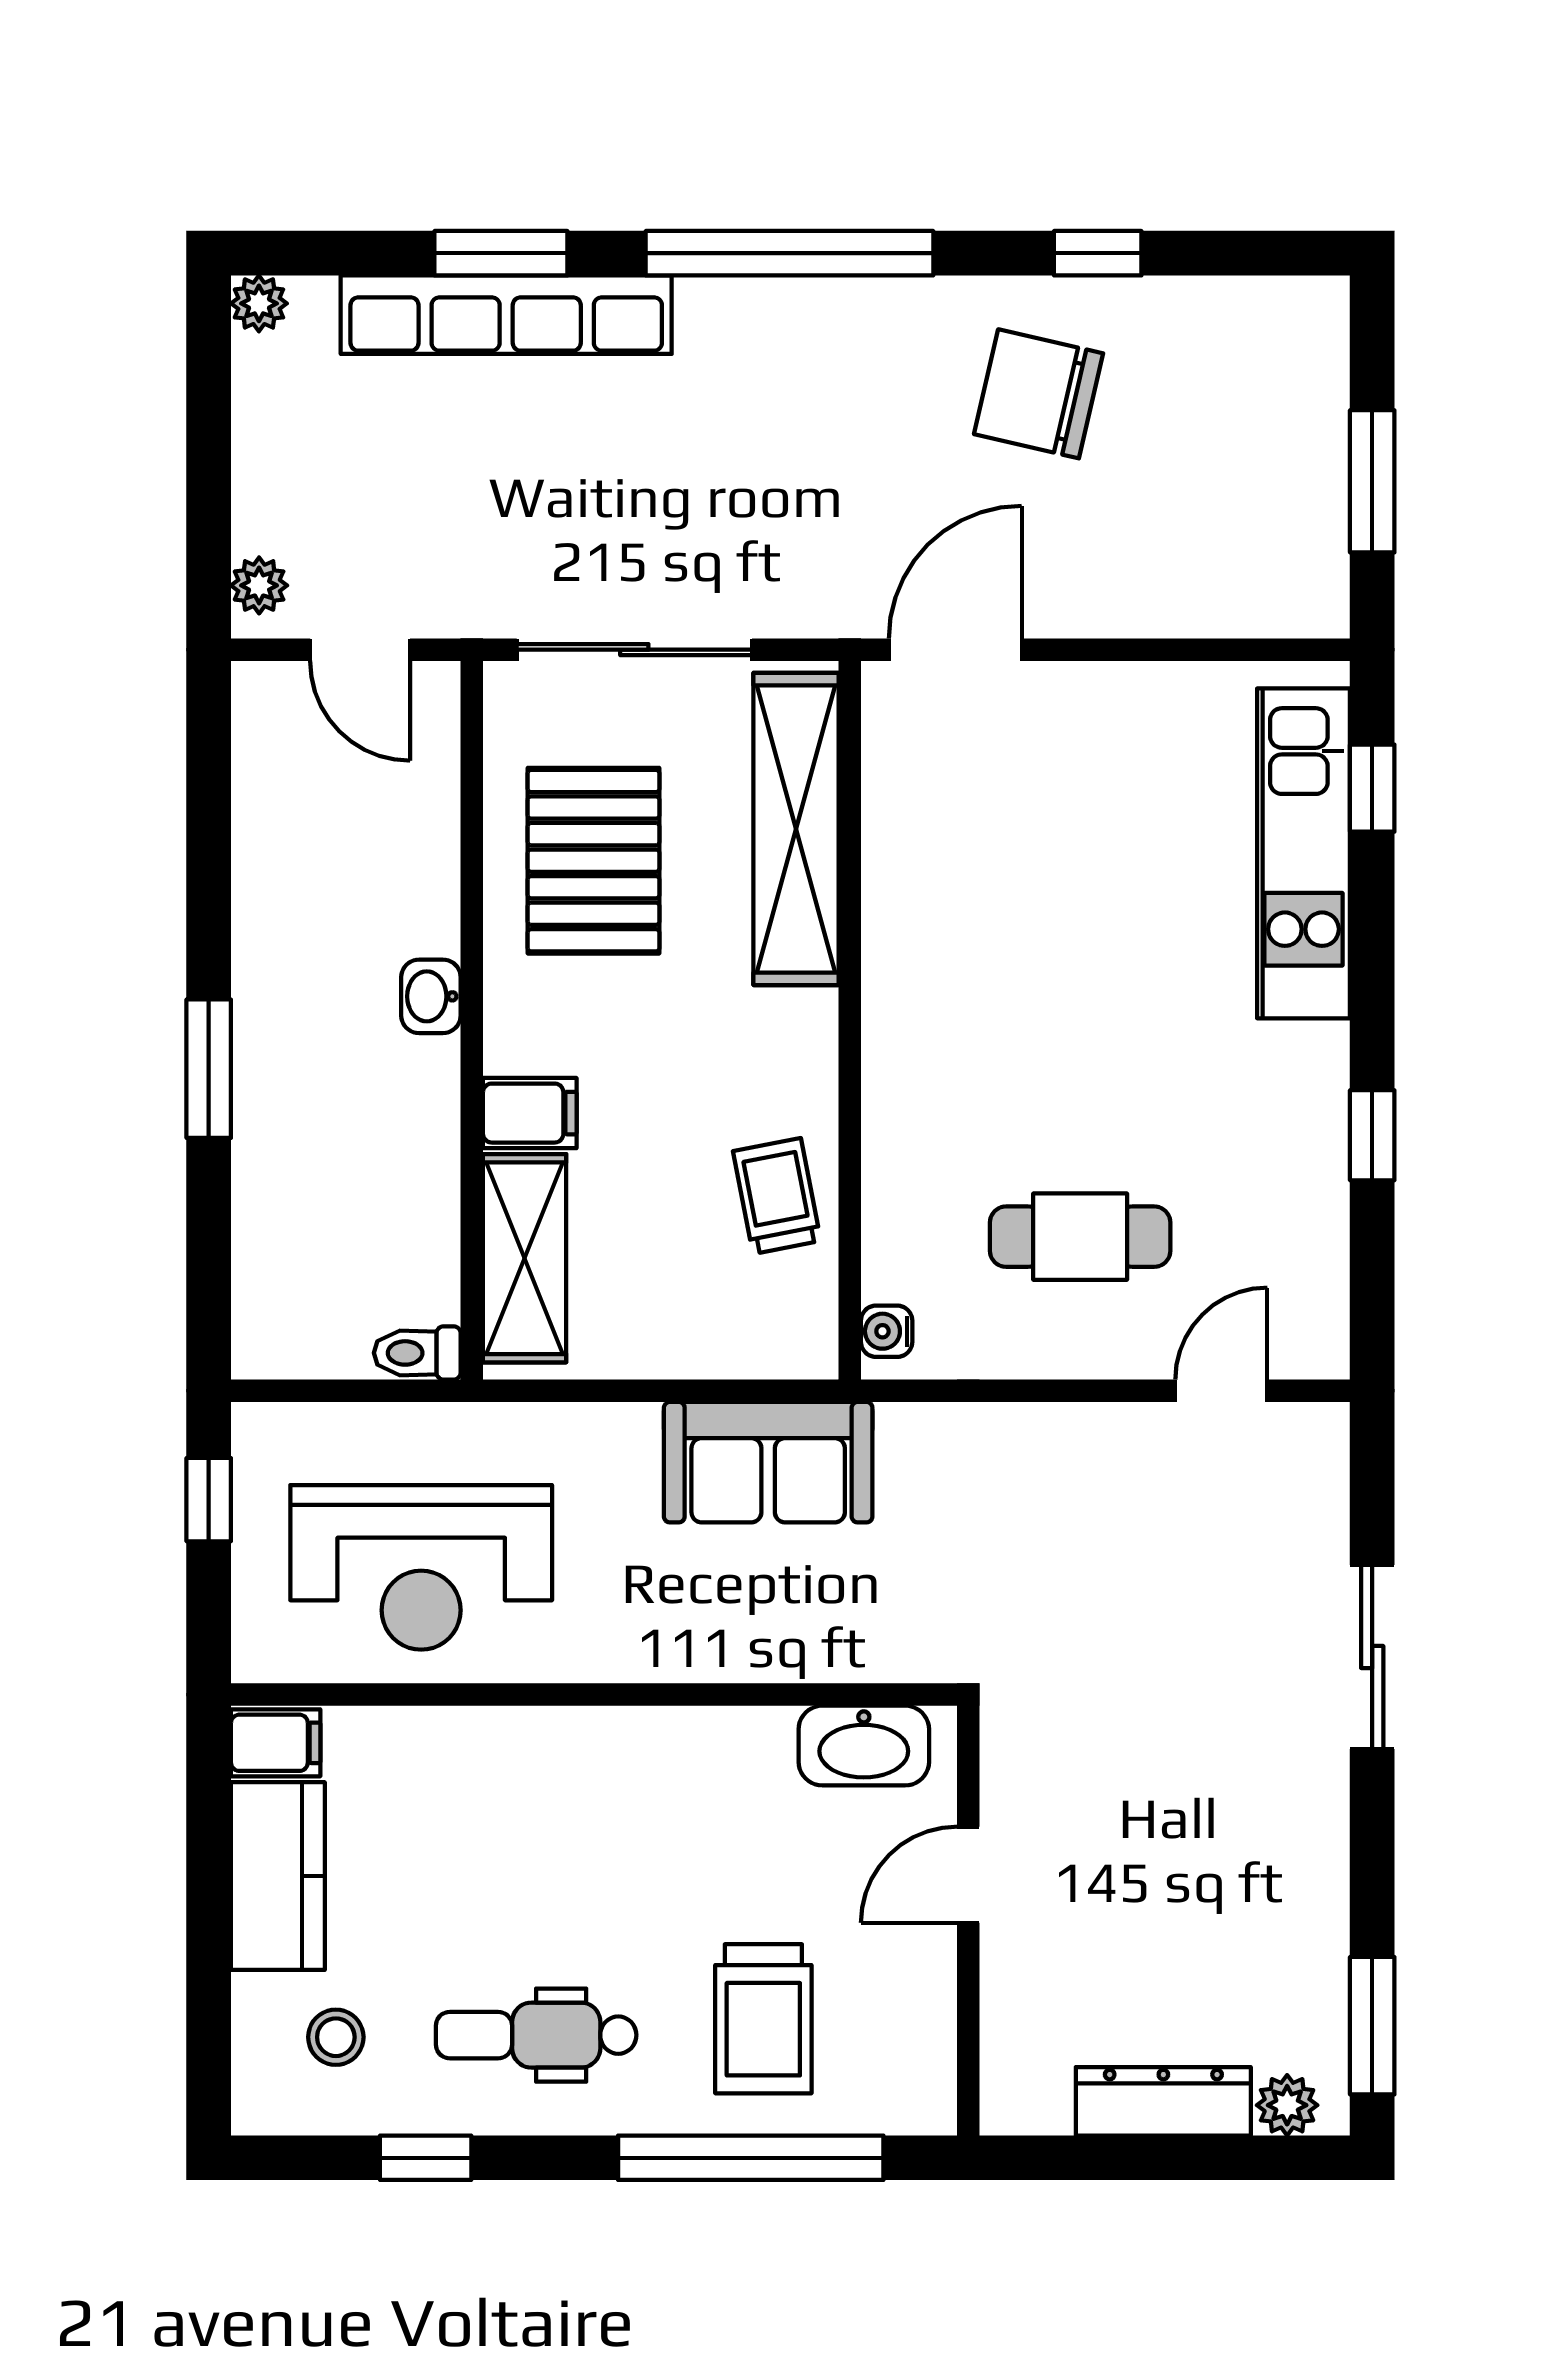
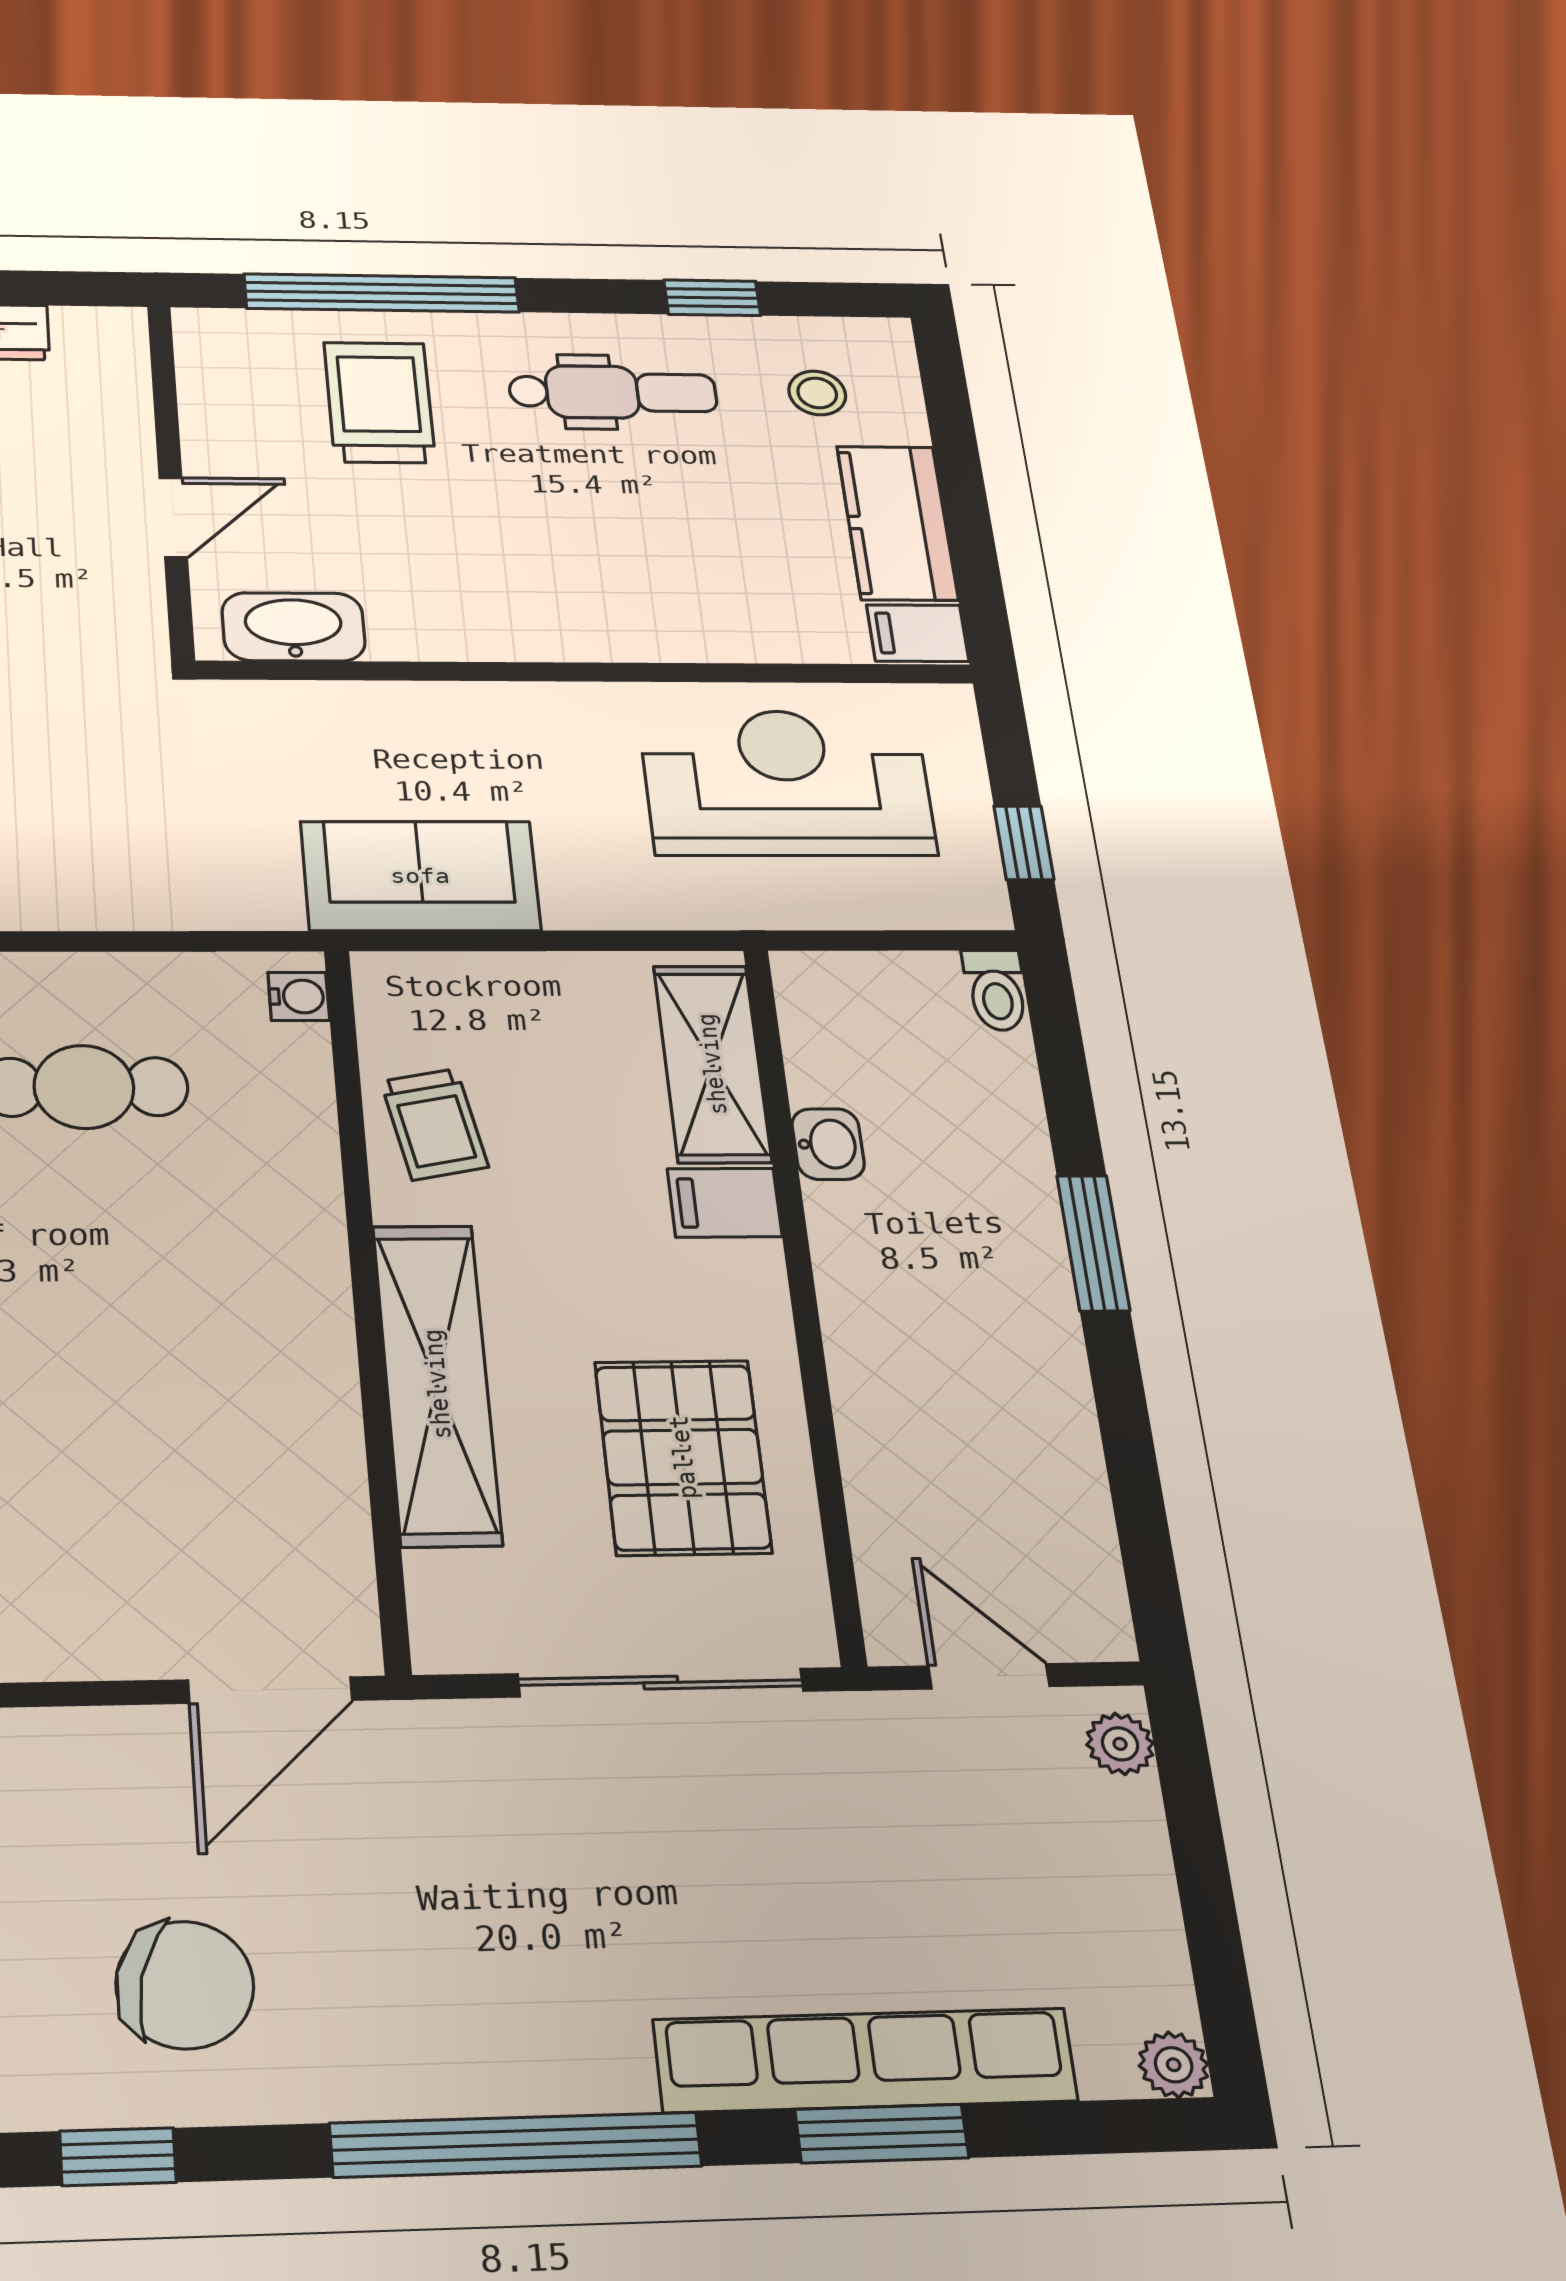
shelving: (796, 829) -> (437, 1384), moved
washbasin: (431, 996) -> (828, 1144), moved
toilet: (417, 1353) -> (996, 990), moved, turned 90

